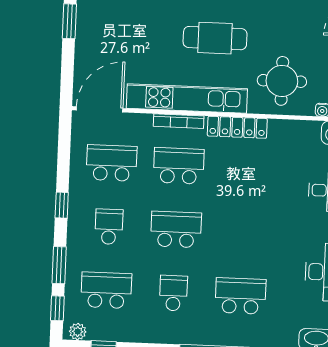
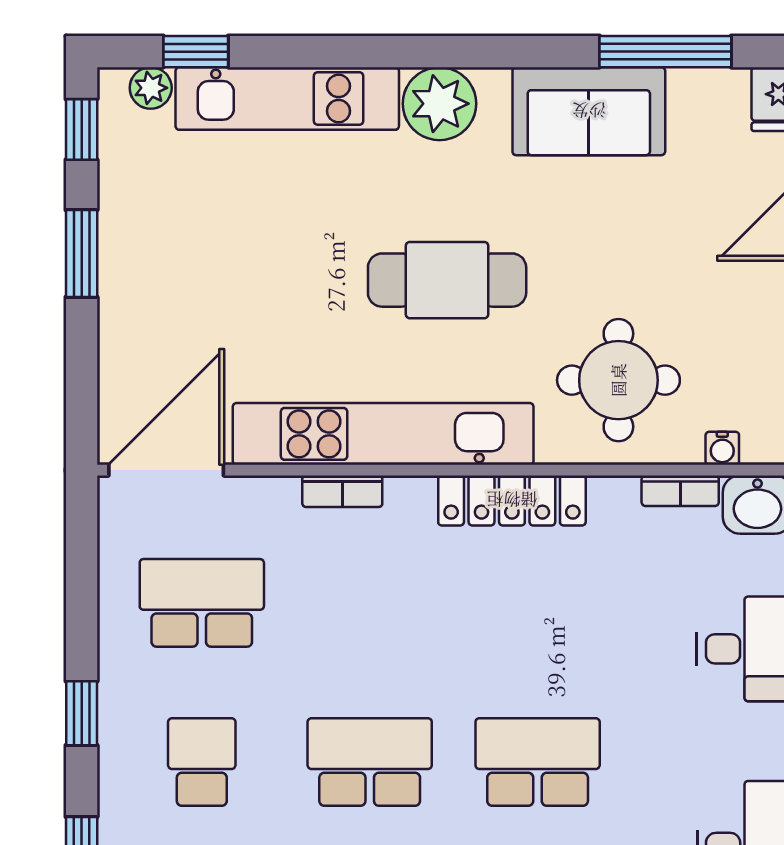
bookcase: (179, 121) -> (342, 491), width x0.64
bookcase: (305, 126) -> (680, 491), added
school desk: (179, 166) -> (538, 762), moved

